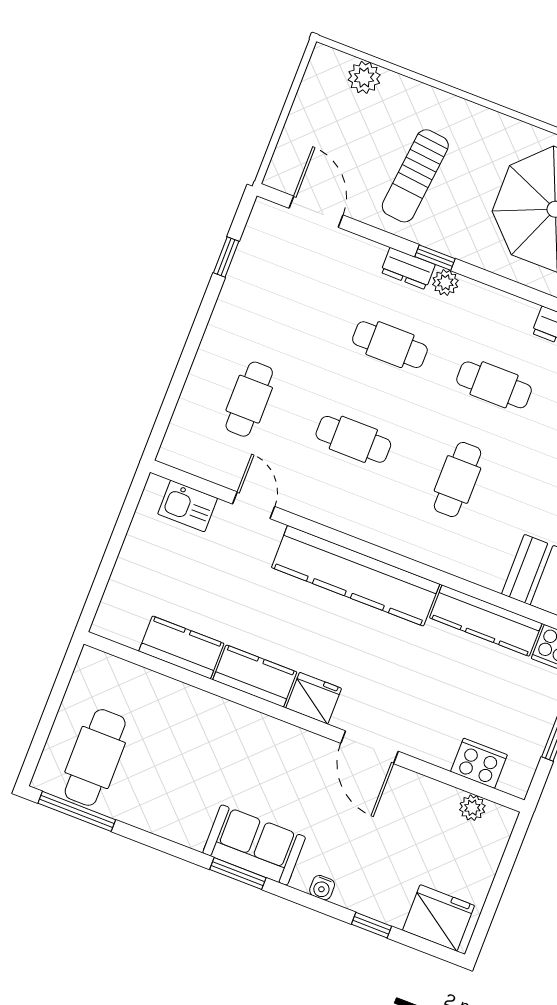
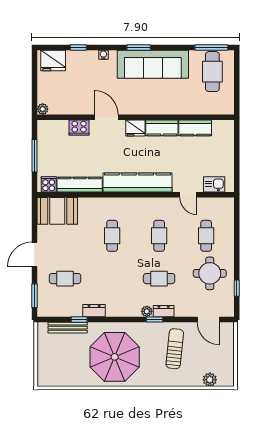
round table: (273, 313) -> (210, 273), added
cafe table: (494, 385) -> (112, 279), removed
cafe table: (353, 439) -> (159, 236), turned 90
cooker: (479, 763) -> (79, 127), moved
plant: (472, 808) -> (43, 109), moved
sofa: (254, 845) -> (153, 64), width x1.85, depth x1.27

